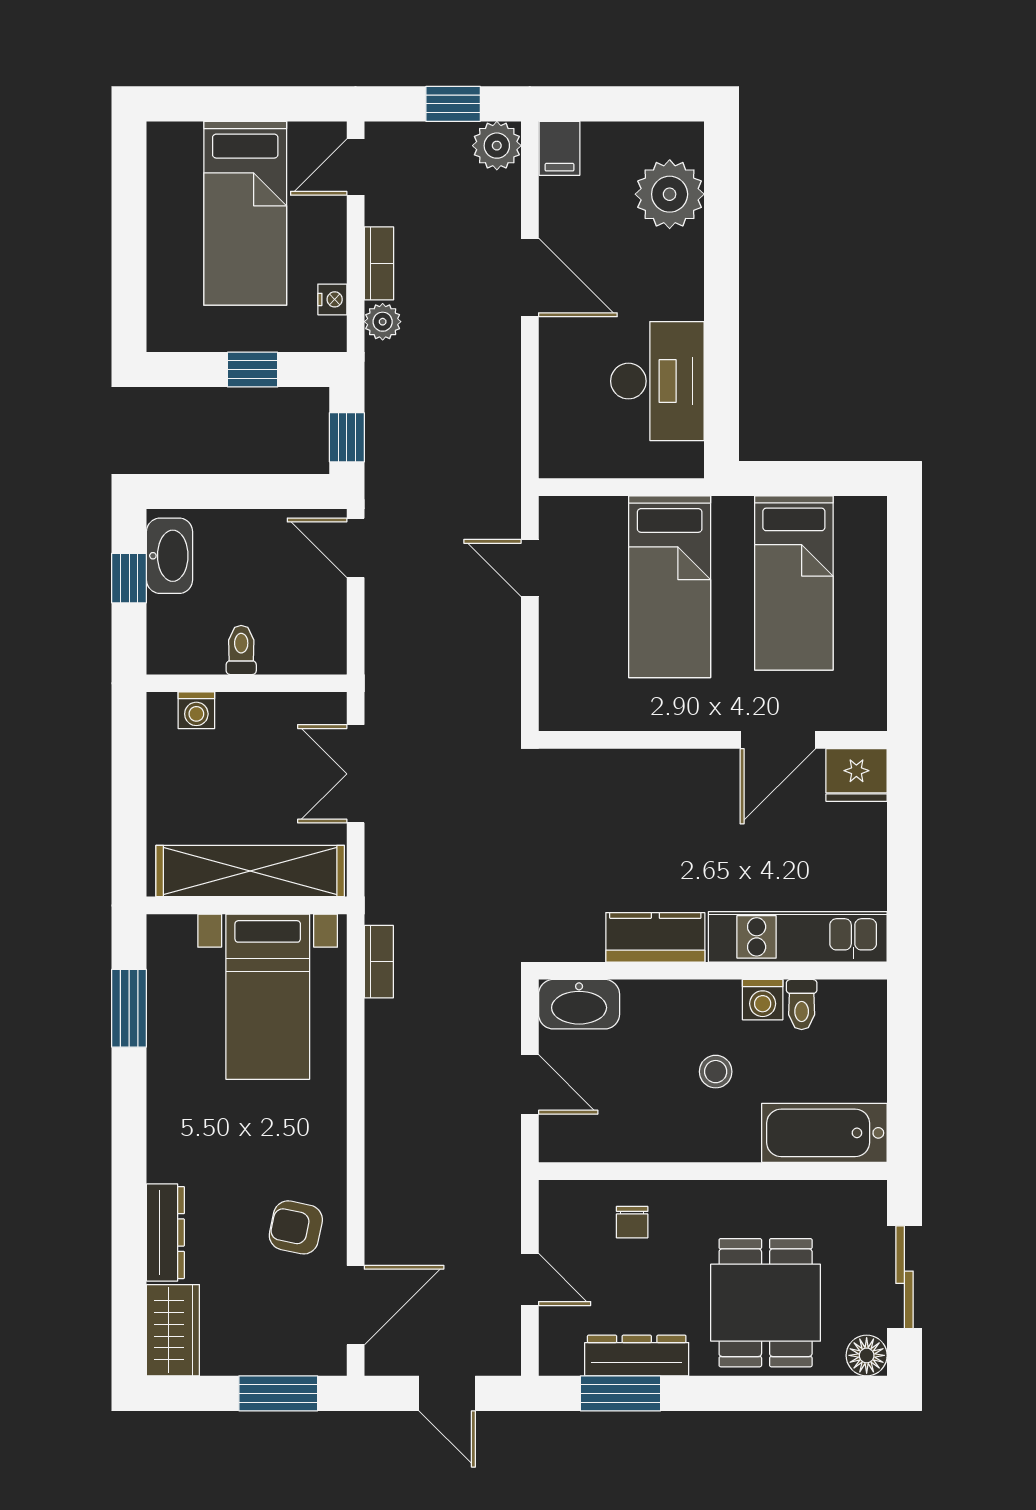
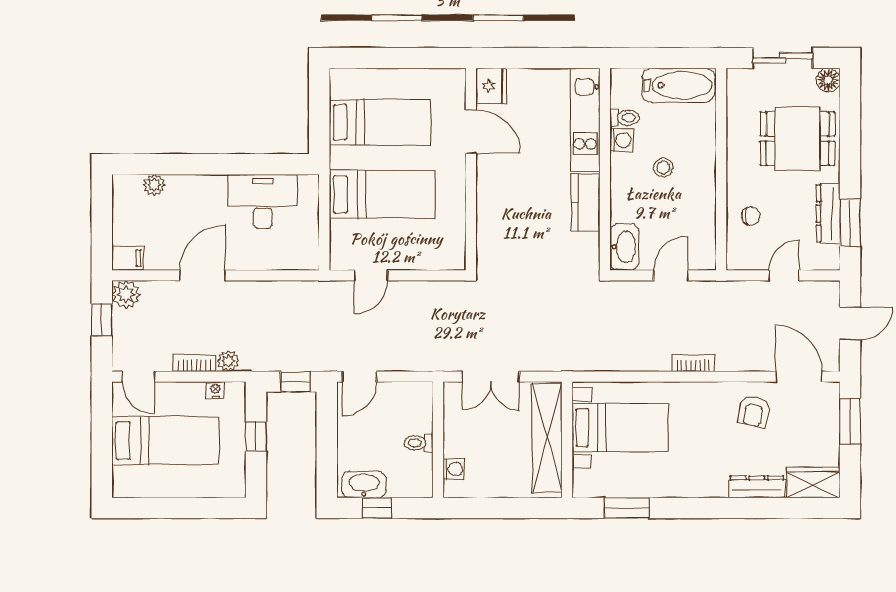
plant: (670, 194) -> (154, 185), width x0.53, depth x0.53
bookcase: (379, 962) -> (693, 363), moved
bathtub: (824, 1133) -> (678, 85), moved, turned -90

